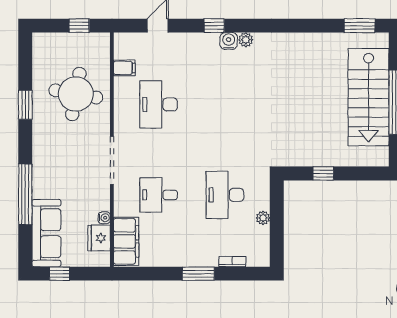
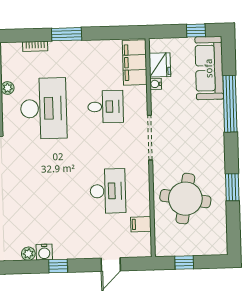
desk: (225, 195) -> (44, 108), width x1.36, depth x1.30

